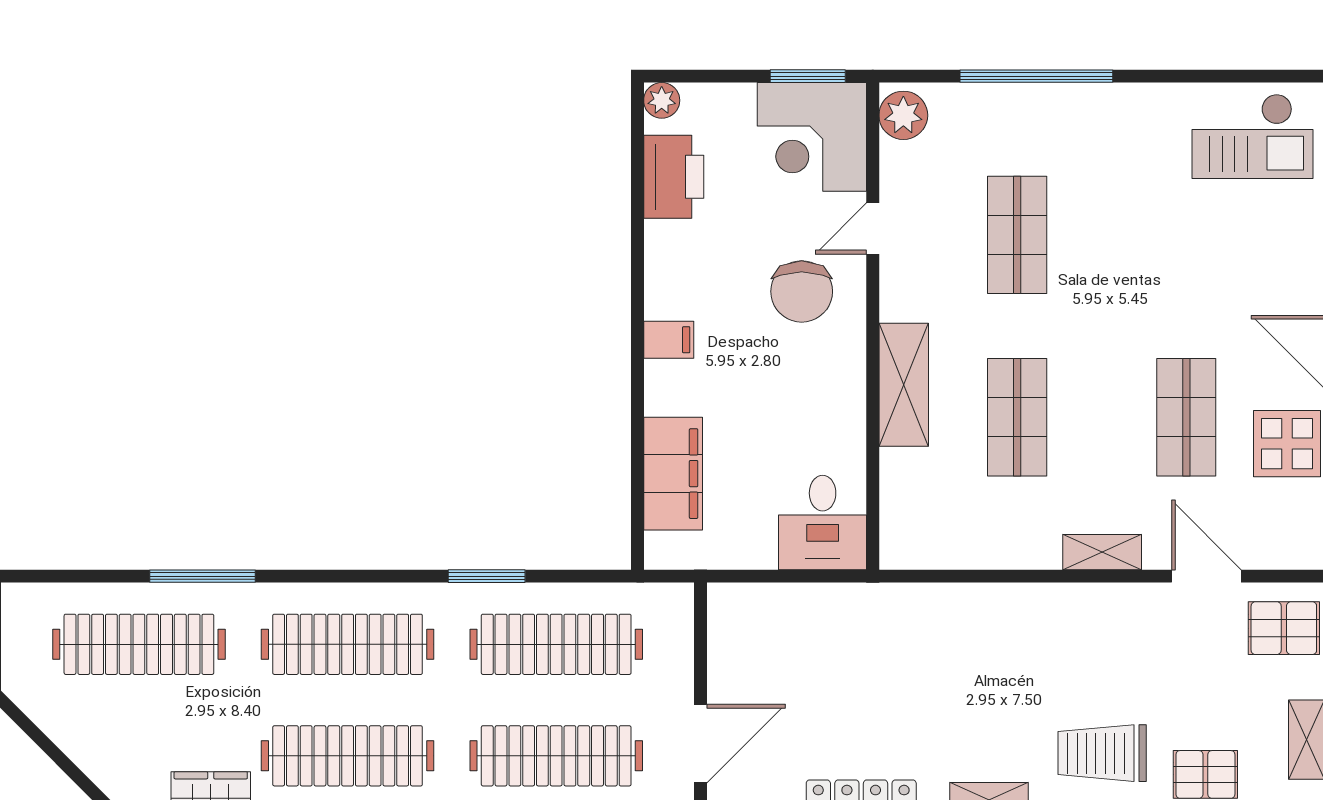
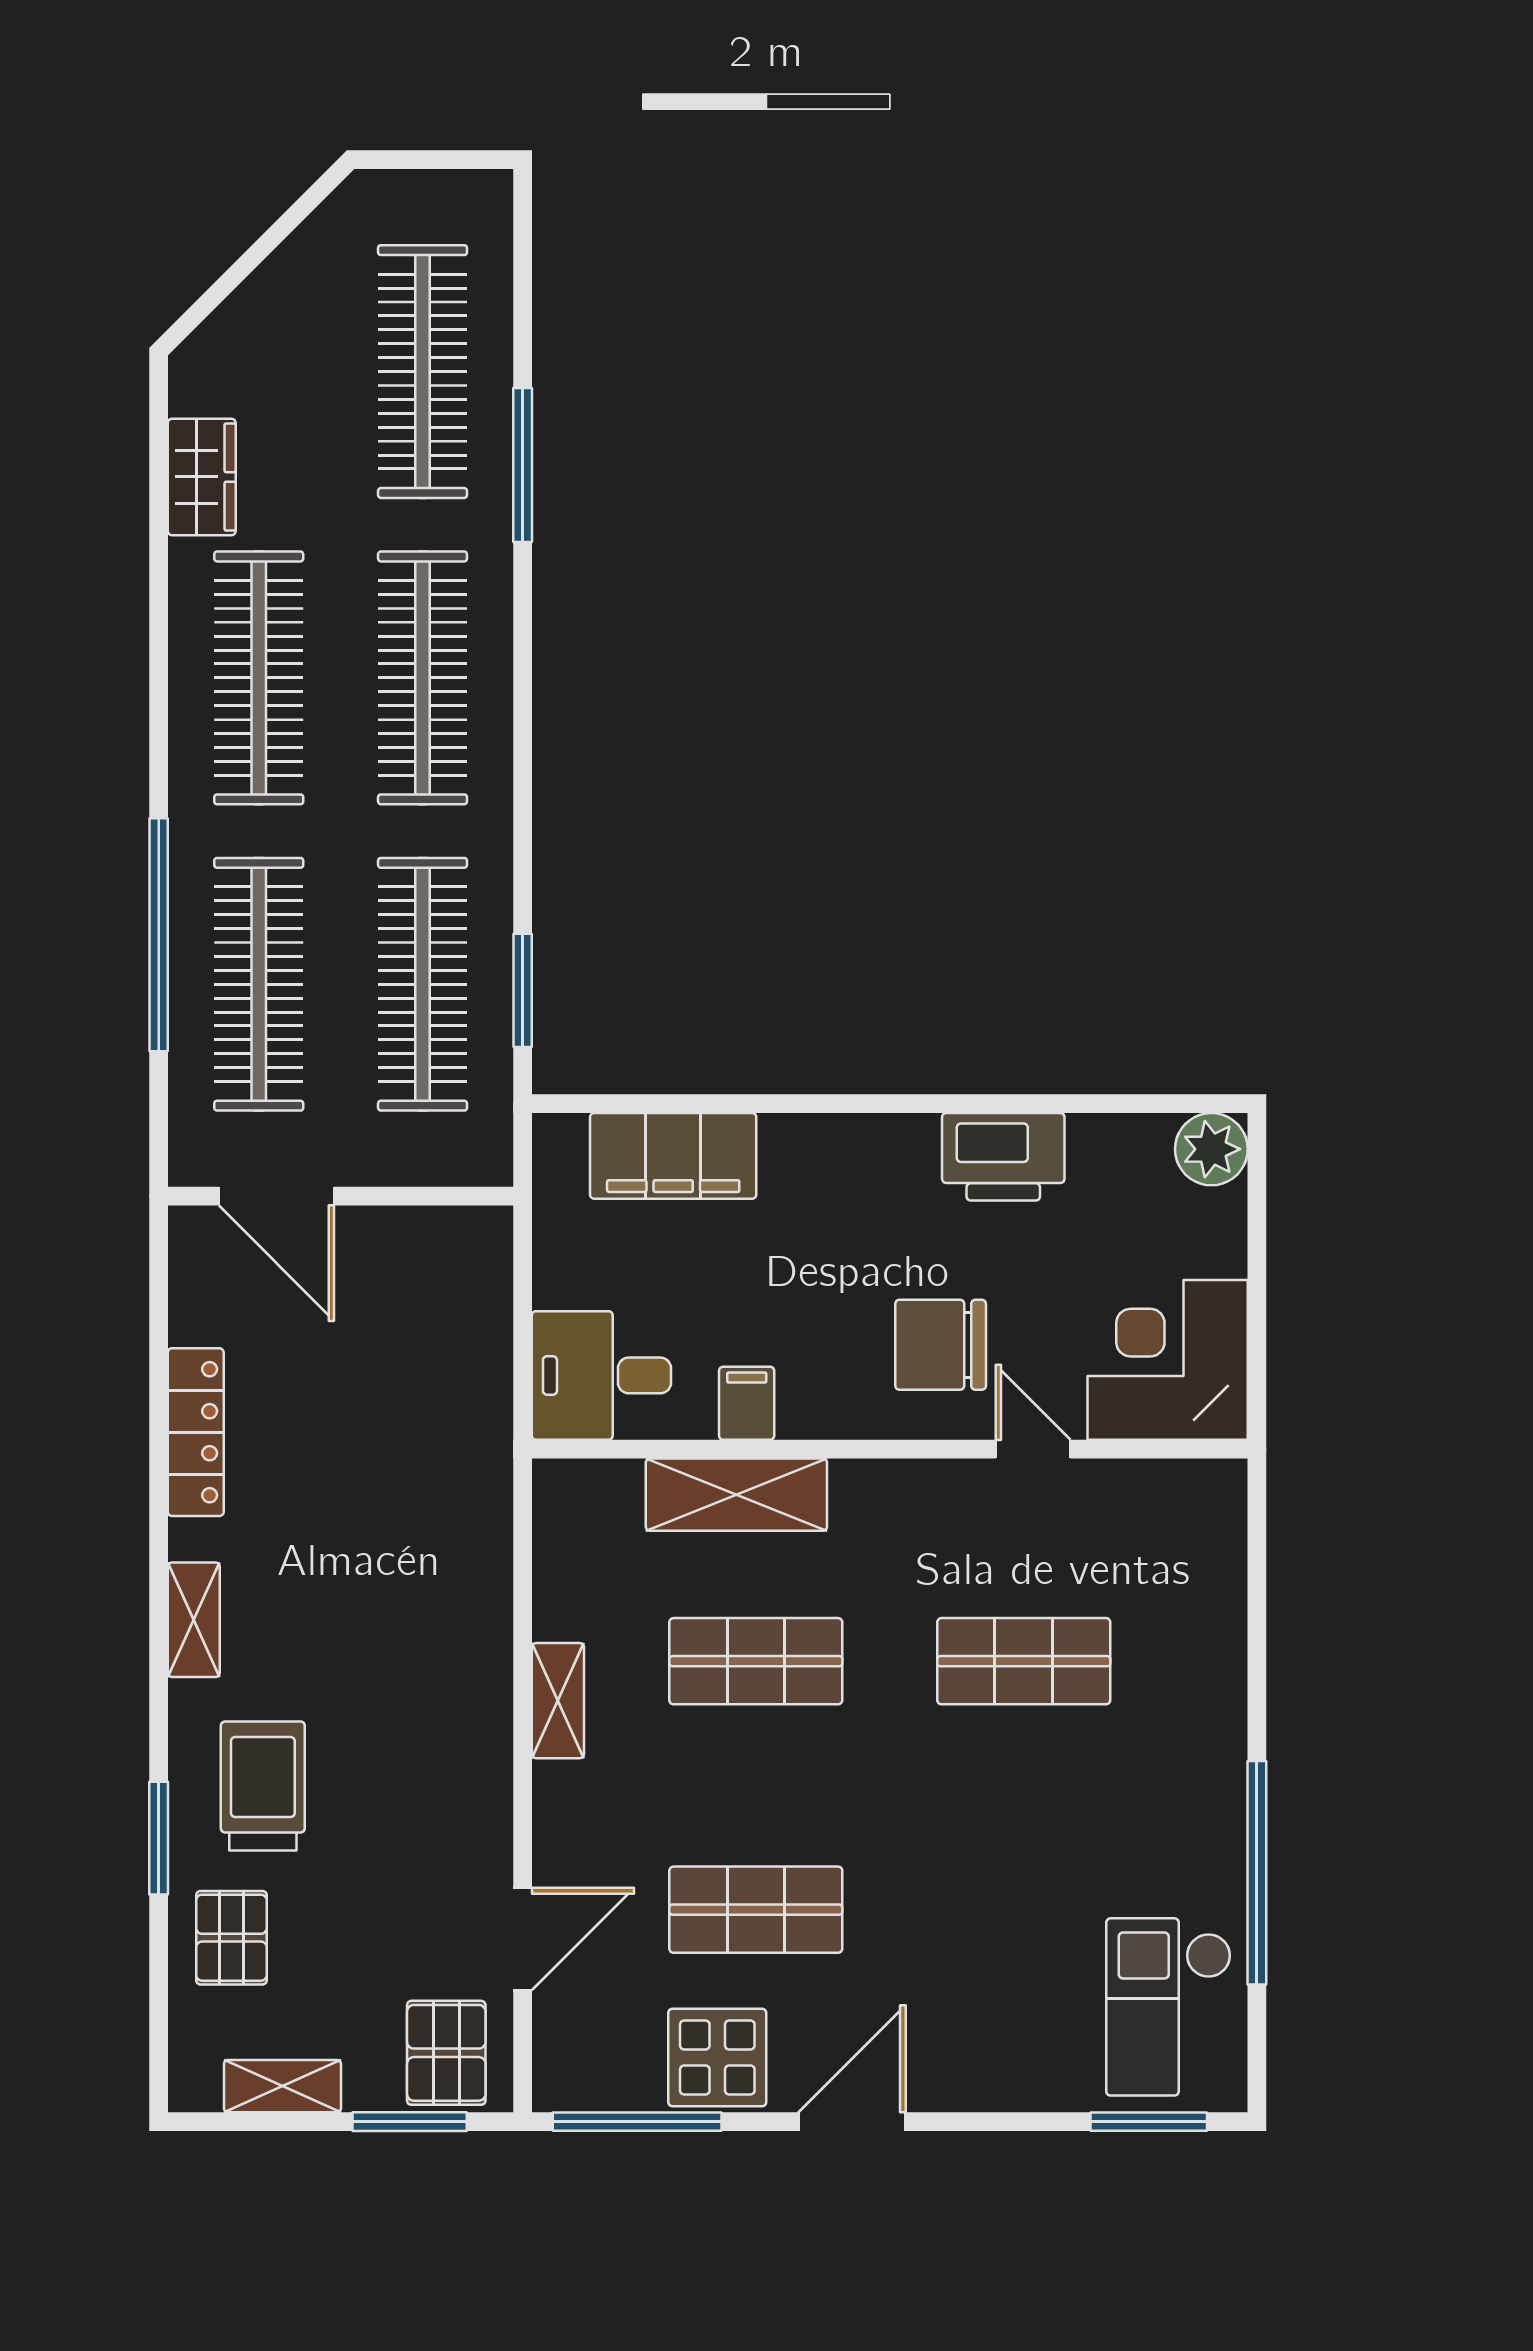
window: (808, 76) -> (1257, 1354), removed
window: (1036, 76) -> (1257, 1873), moved
plant: (662, 100) -> (1211, 1149), width x1.38, depth x1.38
plant: (903, 115) -> (1199, 1494), removed
printer: (674, 177) -> (1003, 1157), moved
filing cabinet: (669, 340) -> (747, 1403), moved, turned 180
shelving: (904, 385) -> (736, 1495), moved
shelving: (1102, 552) -> (558, 1701), moved
window: (487, 576) -> (523, 990), moved

